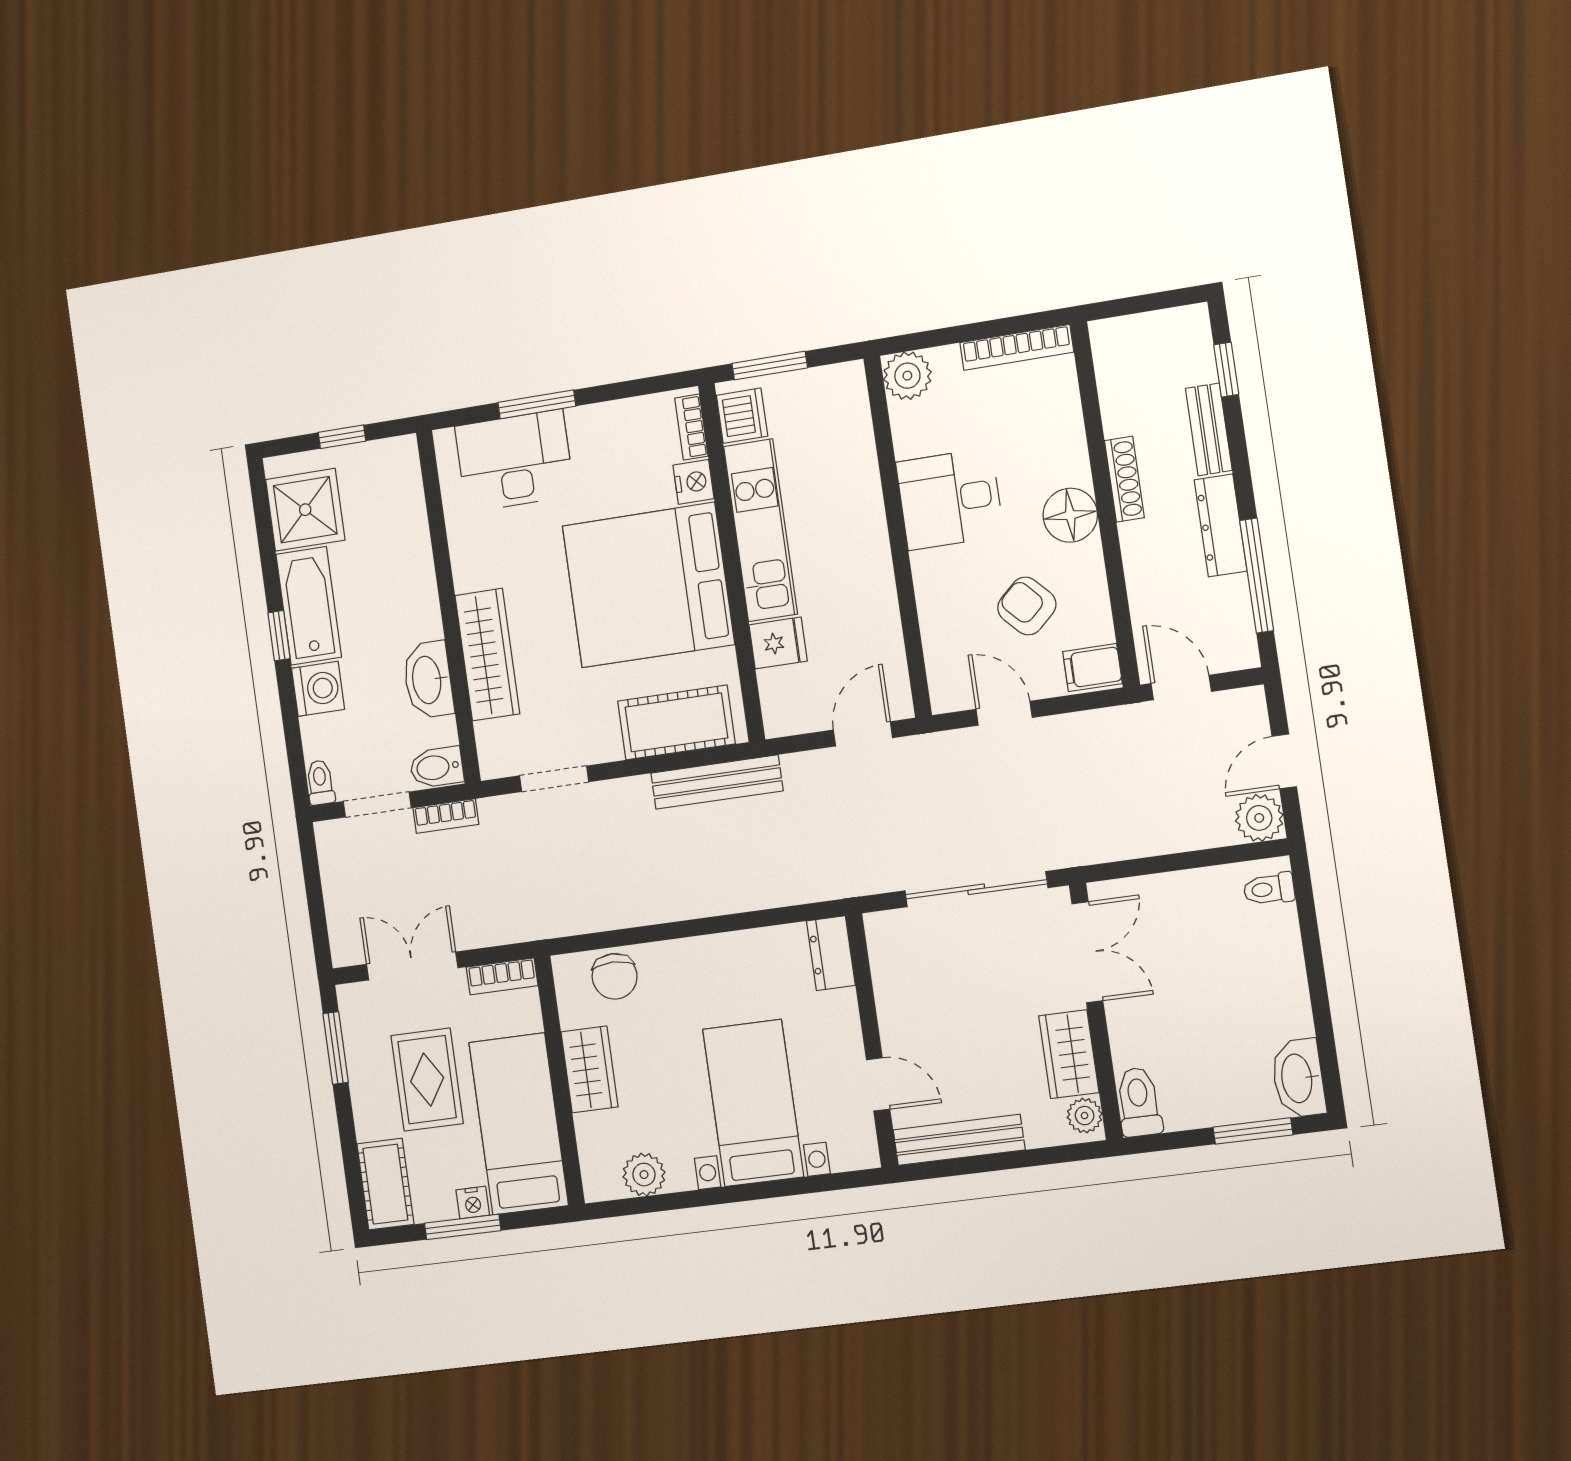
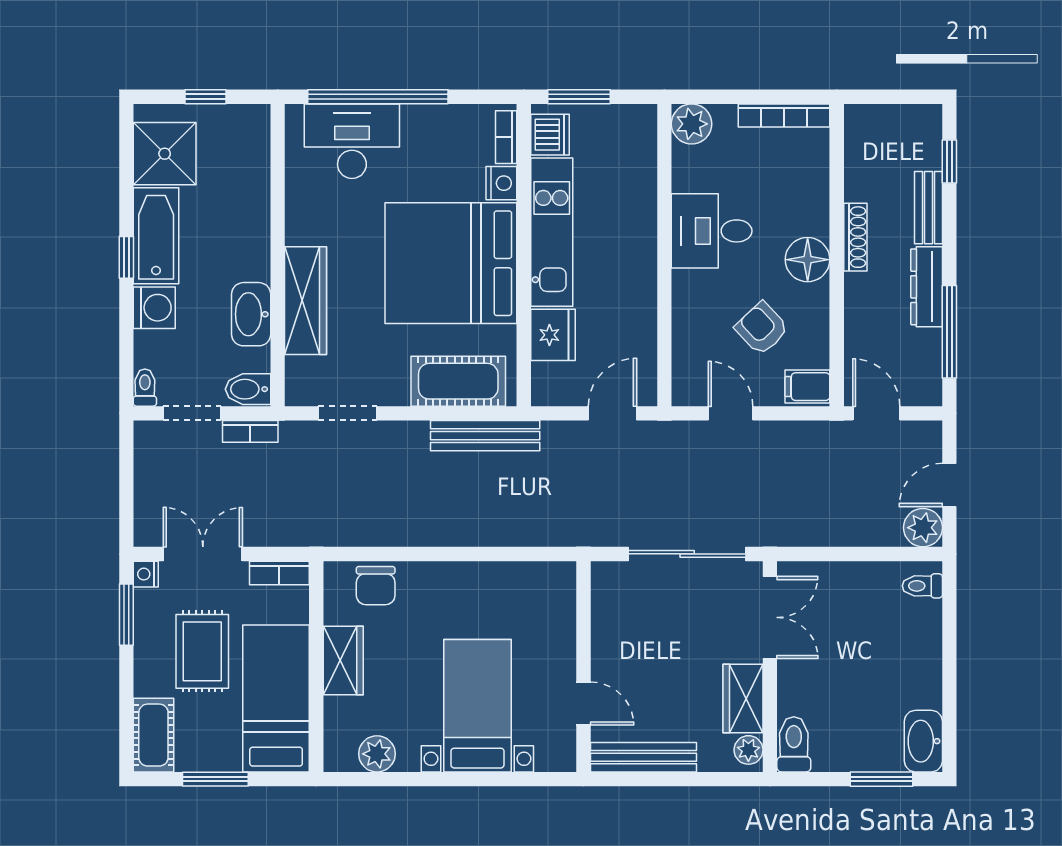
window: (537, 404) -> (378, 97), width x2.11
fridge: (778, 643) -> (553, 335), width x1.38
dresser: (831, 953) -> (560, 590), removed
nightstand: (473, 1203) -> (146, 574), moved, turned 90

